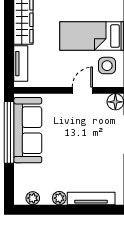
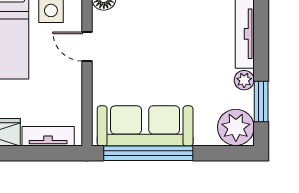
plant: (33, 198) -> (236, 127), width x1.88, depth x1.88
window: (45, 210) -> (261, 102), added

